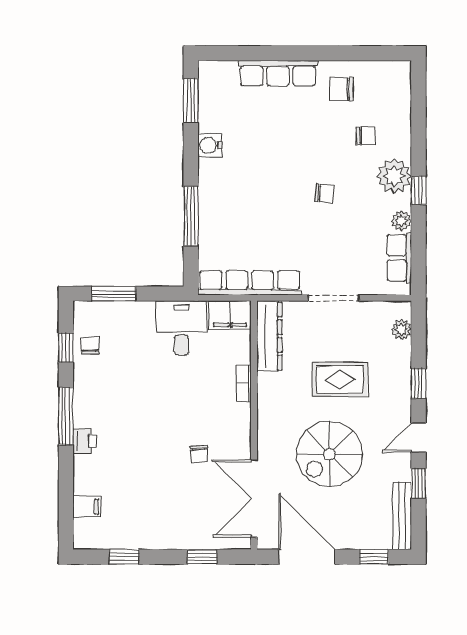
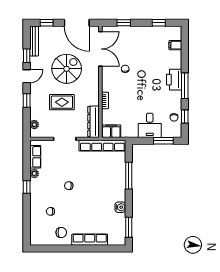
plant: (394, 176) -> (38, 193), removed
desk: (181, 328) -> (150, 125), moved
printer: (84, 441) -> (174, 80), width x1.87, depth x1.48

